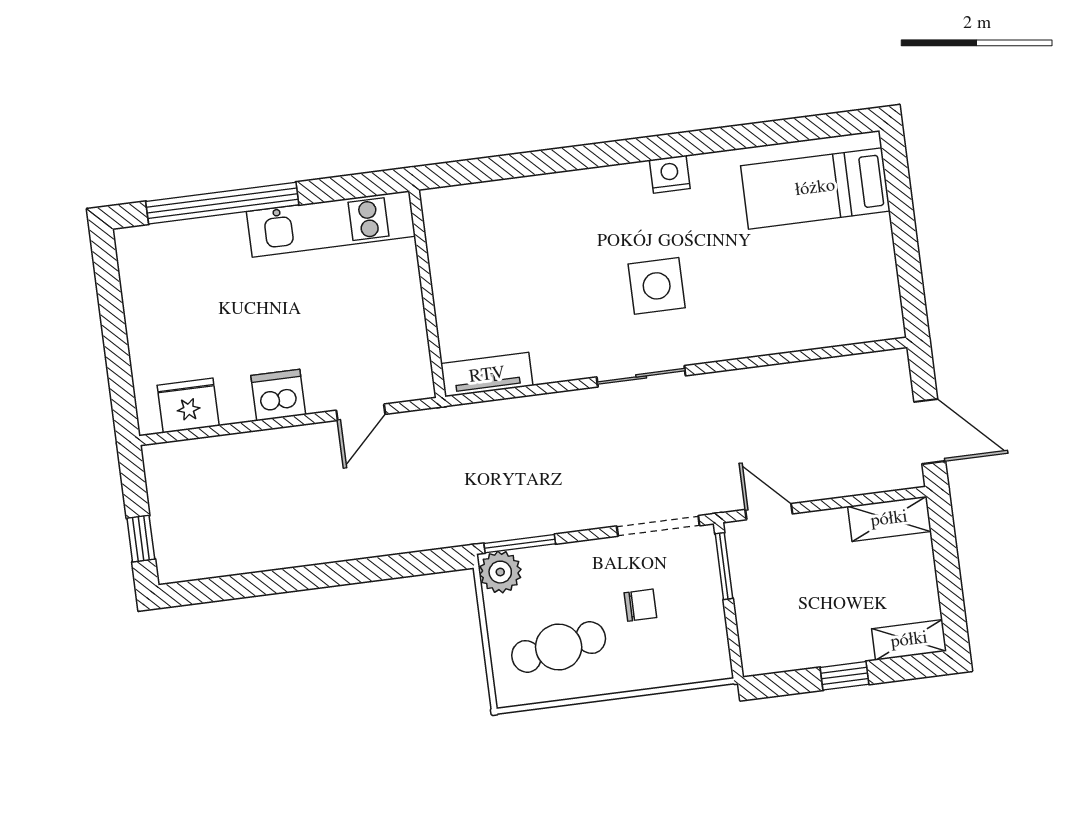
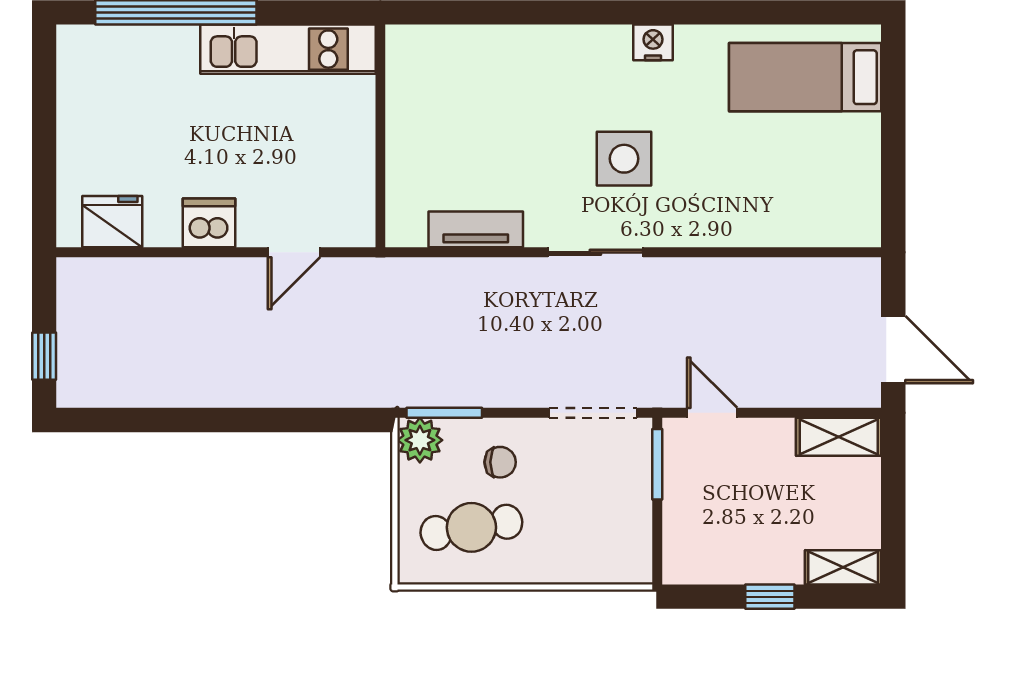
tv unit: (487, 375) -> (476, 229), moved
chair: (640, 605) -> (500, 462), moved

